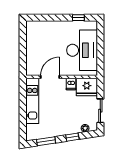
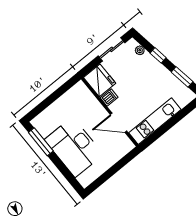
window: (78, 18) -> (41, 142), width x2.17
desk: (82, 50) -> (74, 147), moved, turned -90

